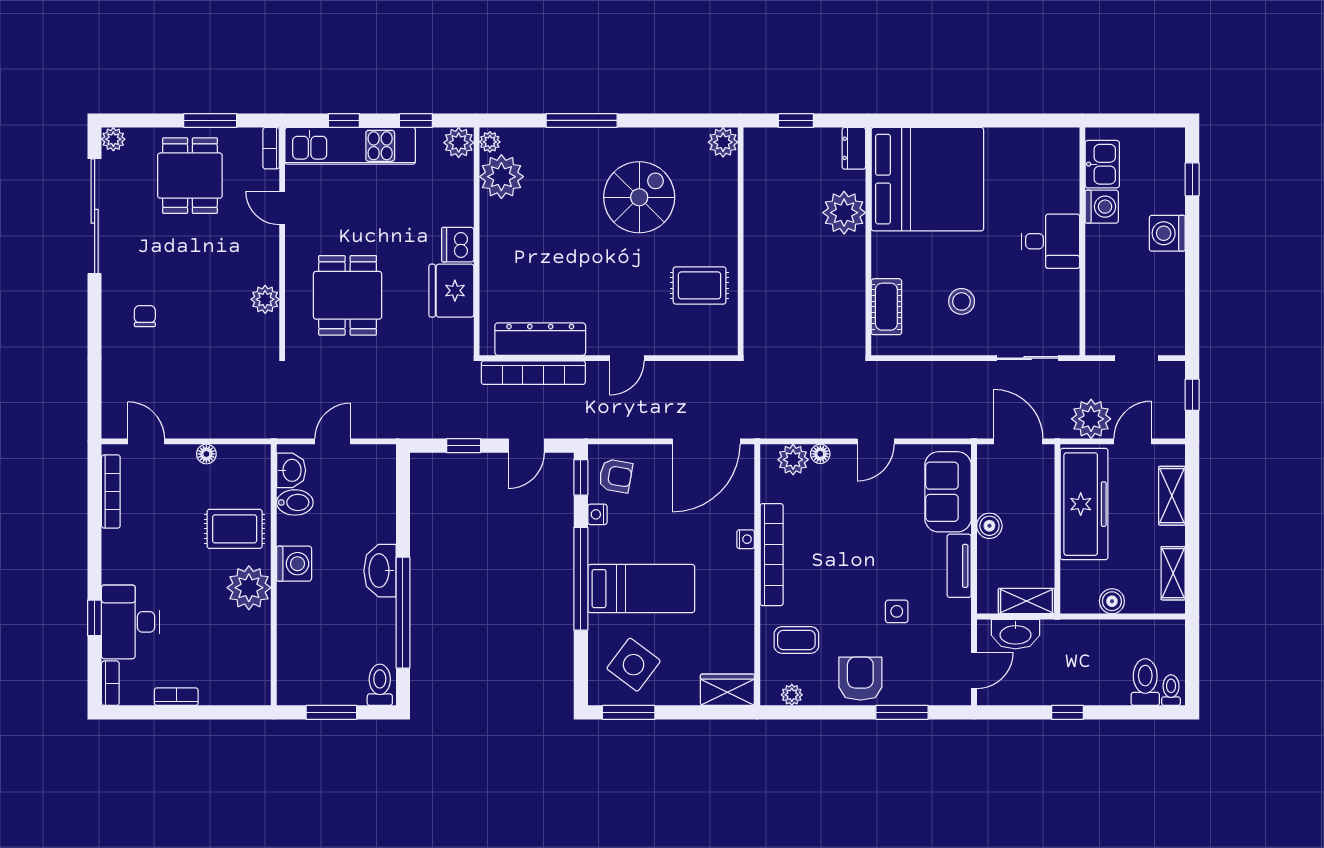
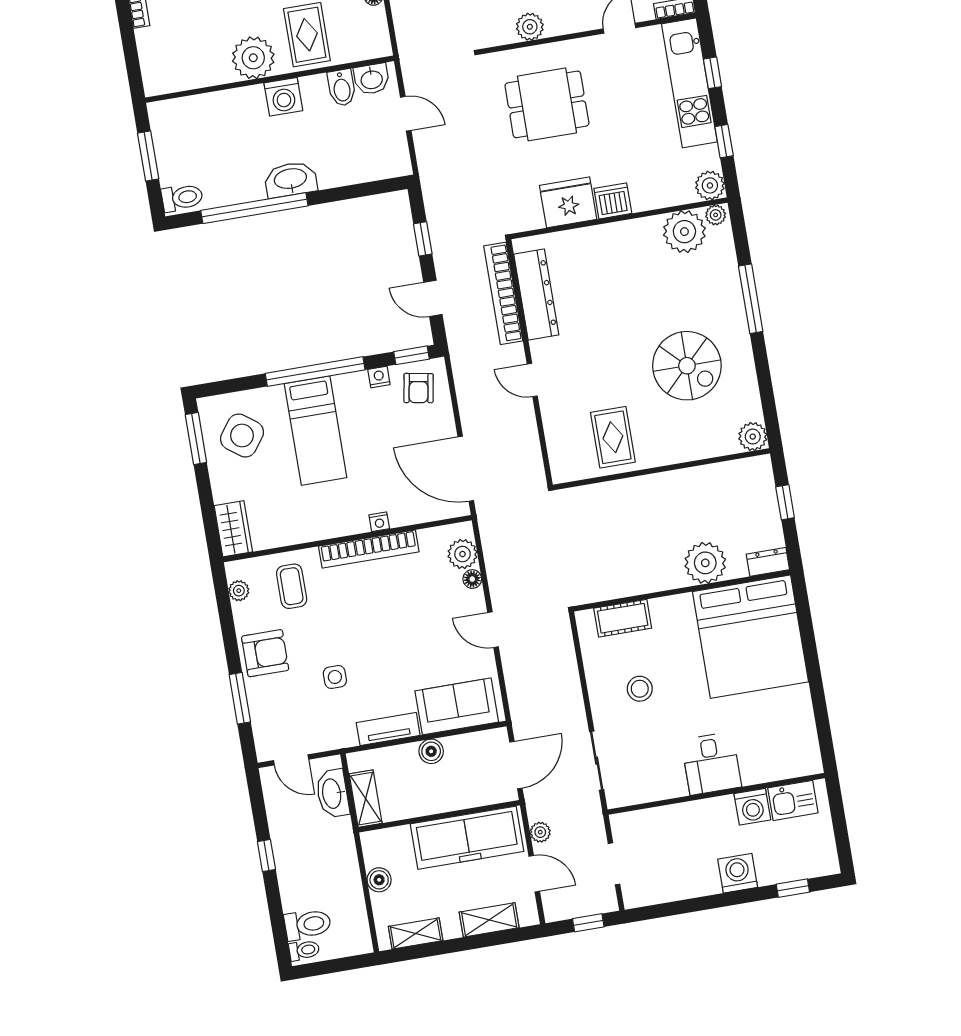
plant: (1091, 419) -> (540, 832), width x0.53, depth x0.53

